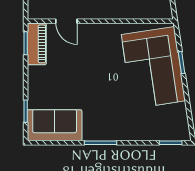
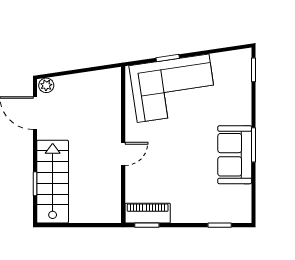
door: (66, 21) -> (123, 154), moved
sofa: (55, 125) -> (235, 155), moved

